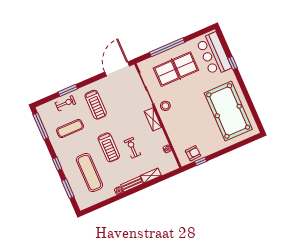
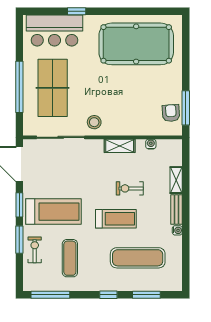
window: (90, 81) -> (19, 205), added
treadmill: (96, 105) -> (53, 212), width x1.37, depth x1.38
shelving: (153, 119) -> (120, 146), moved
window: (201, 161) -> (186, 108), width x2.17

